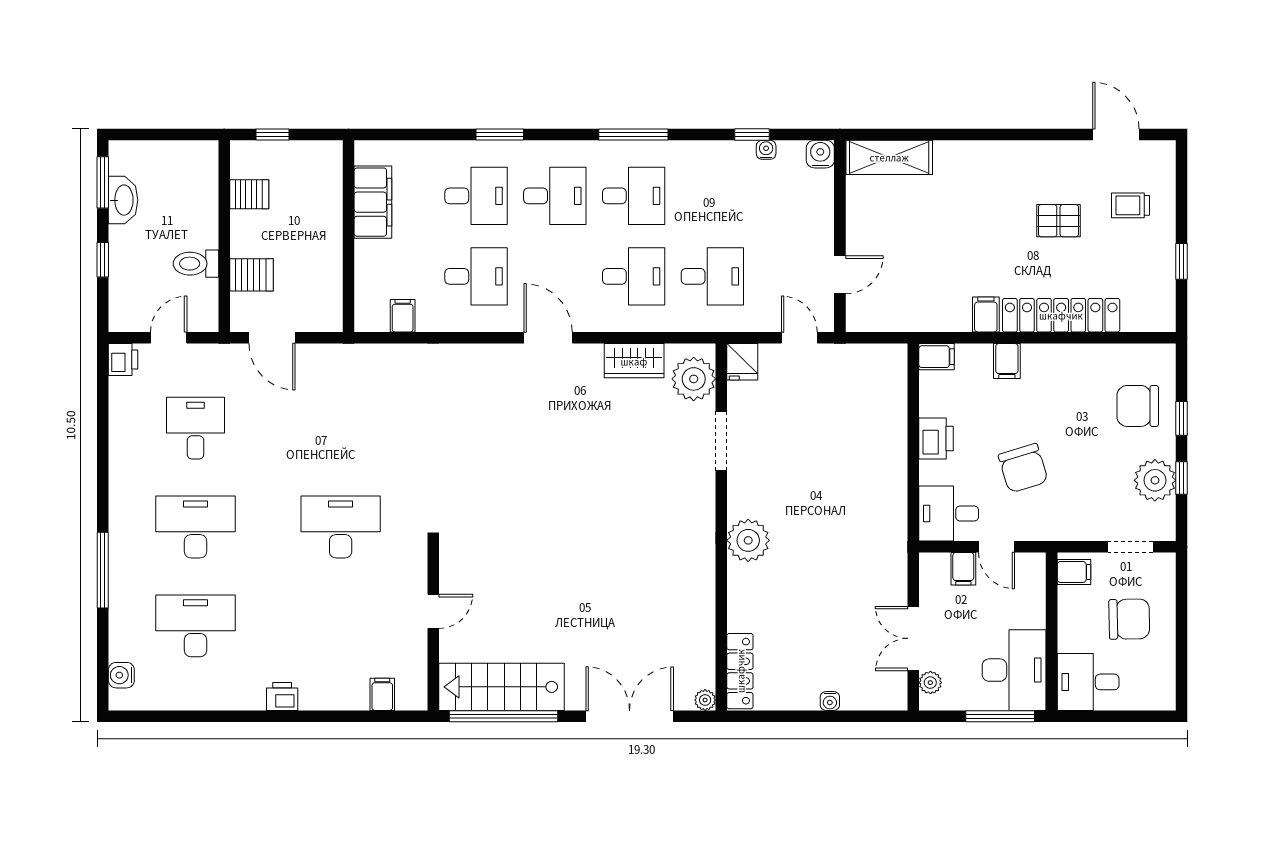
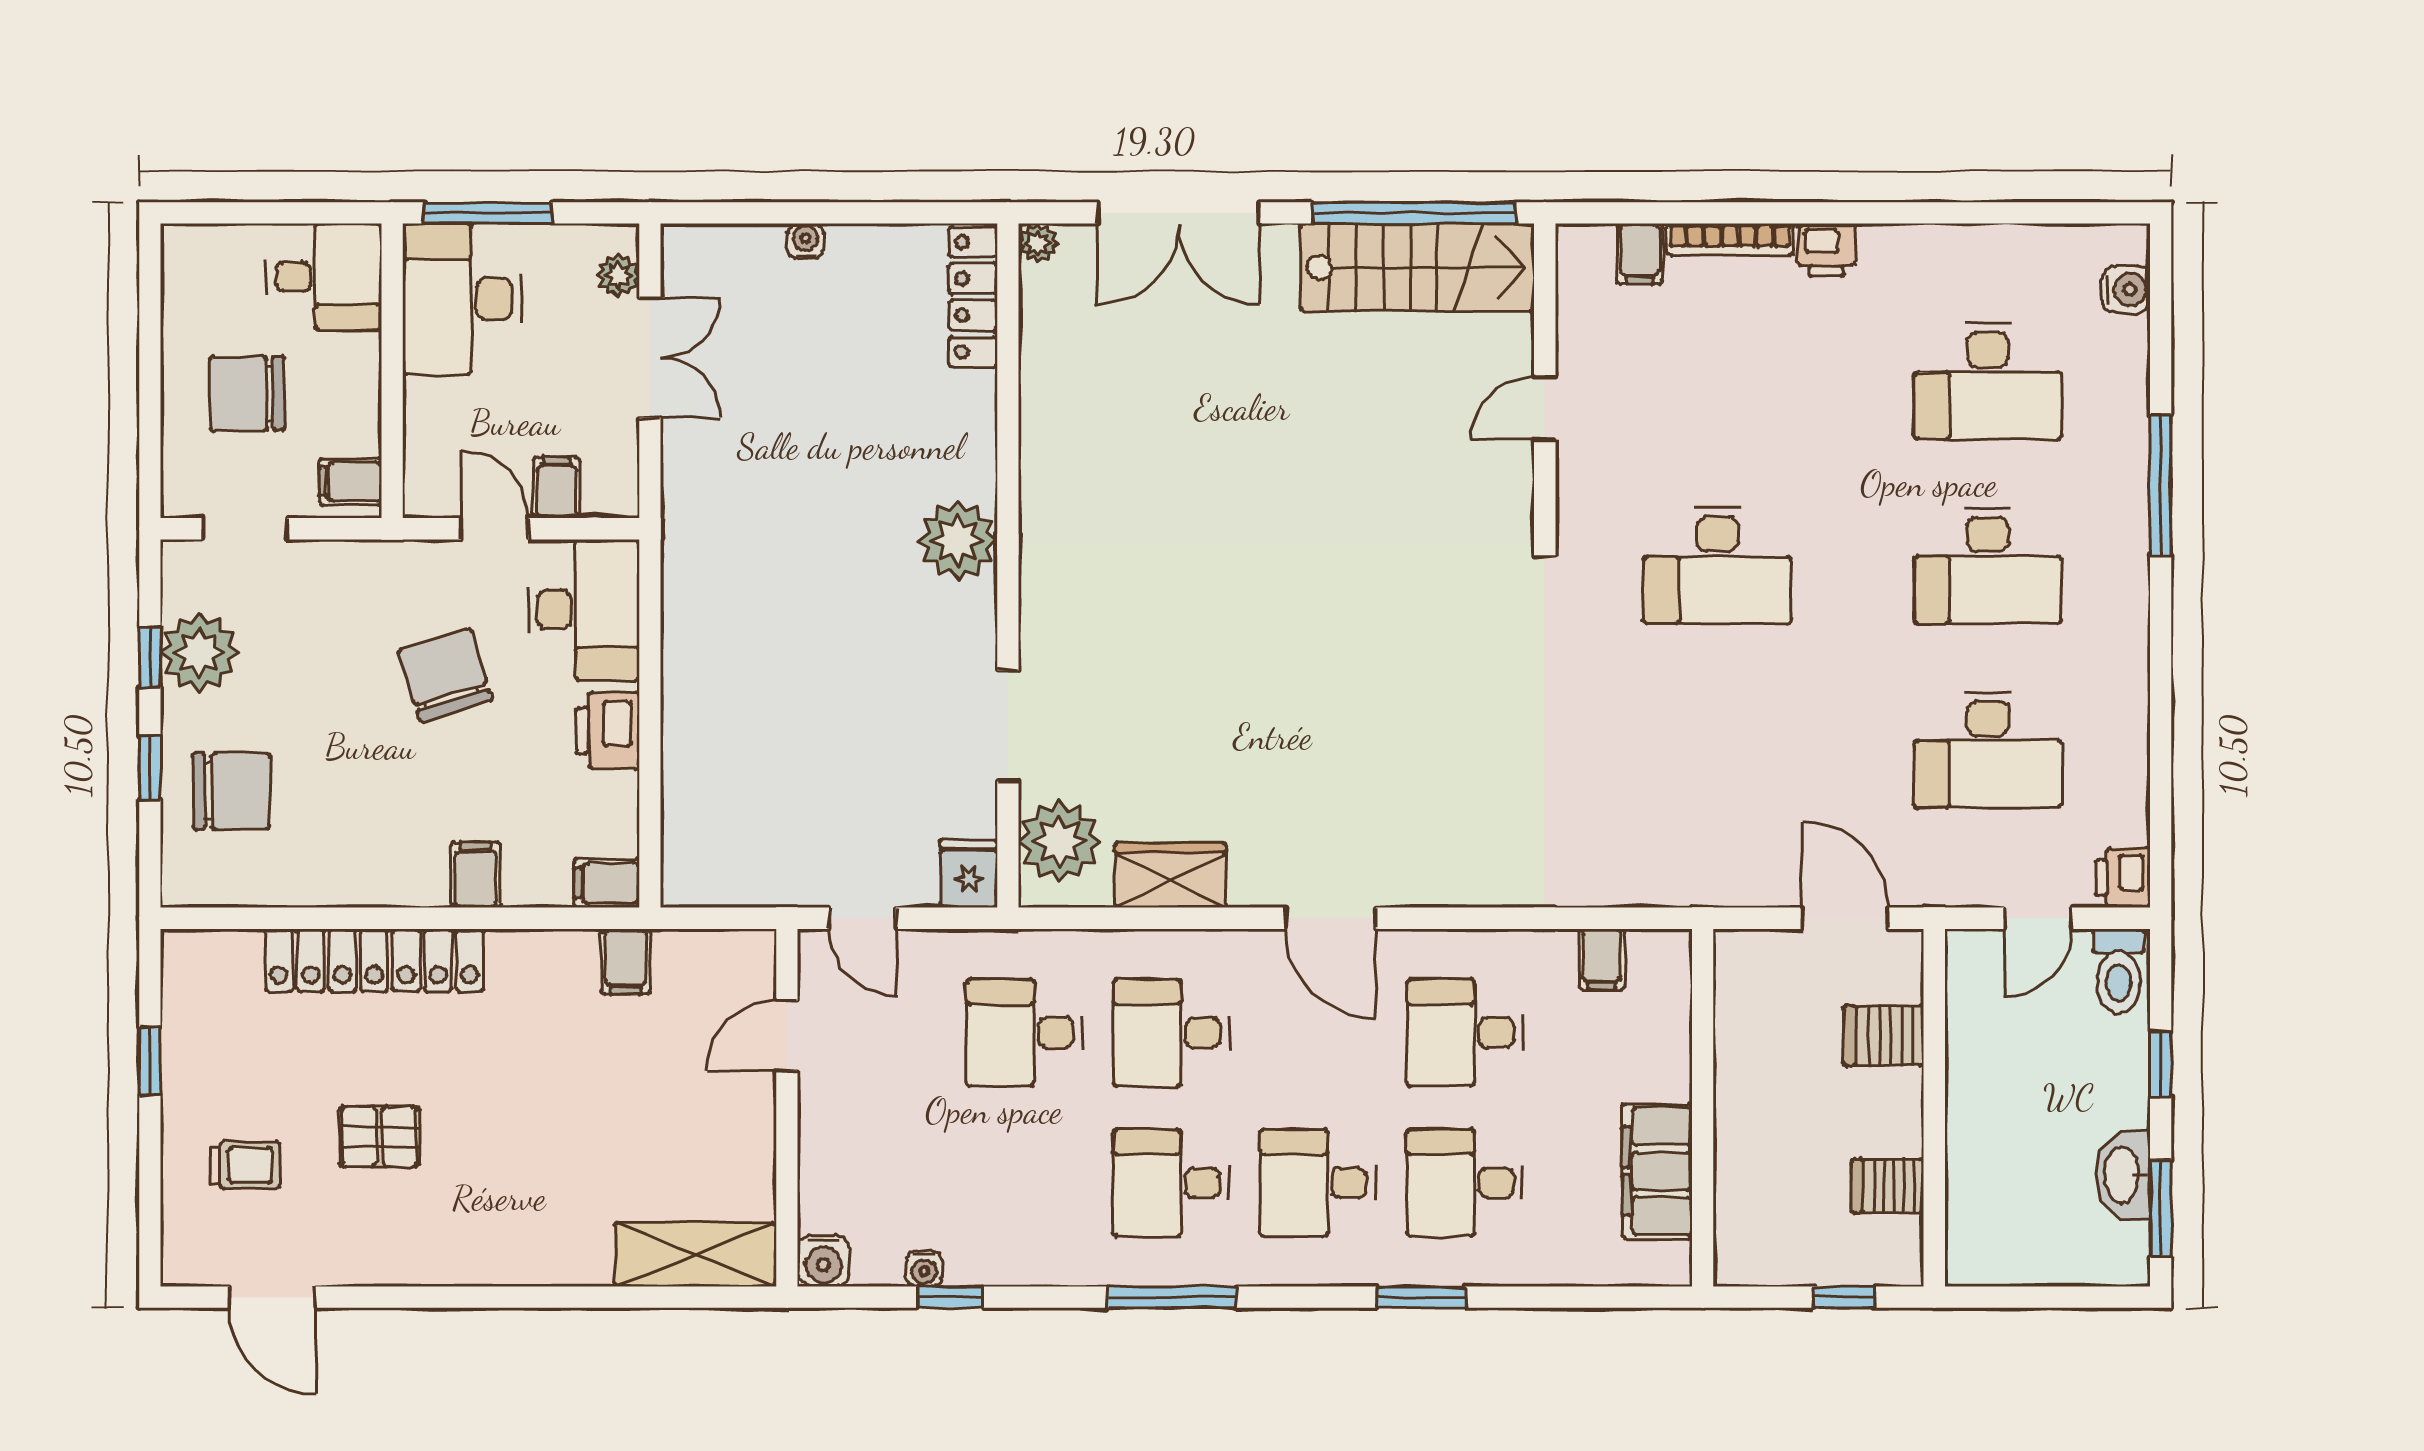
toilet: (196, 264) -> (2119, 971), moved, turned 90
filing cabinet: (986, 315) -> (626, 962), moved
desk: (195, 428) -> (1988, 750), width x1.37
desk: (949, 514) -> (584, 610), width x1.37
bookcase: (334, 702) -> (1730, 240), added

